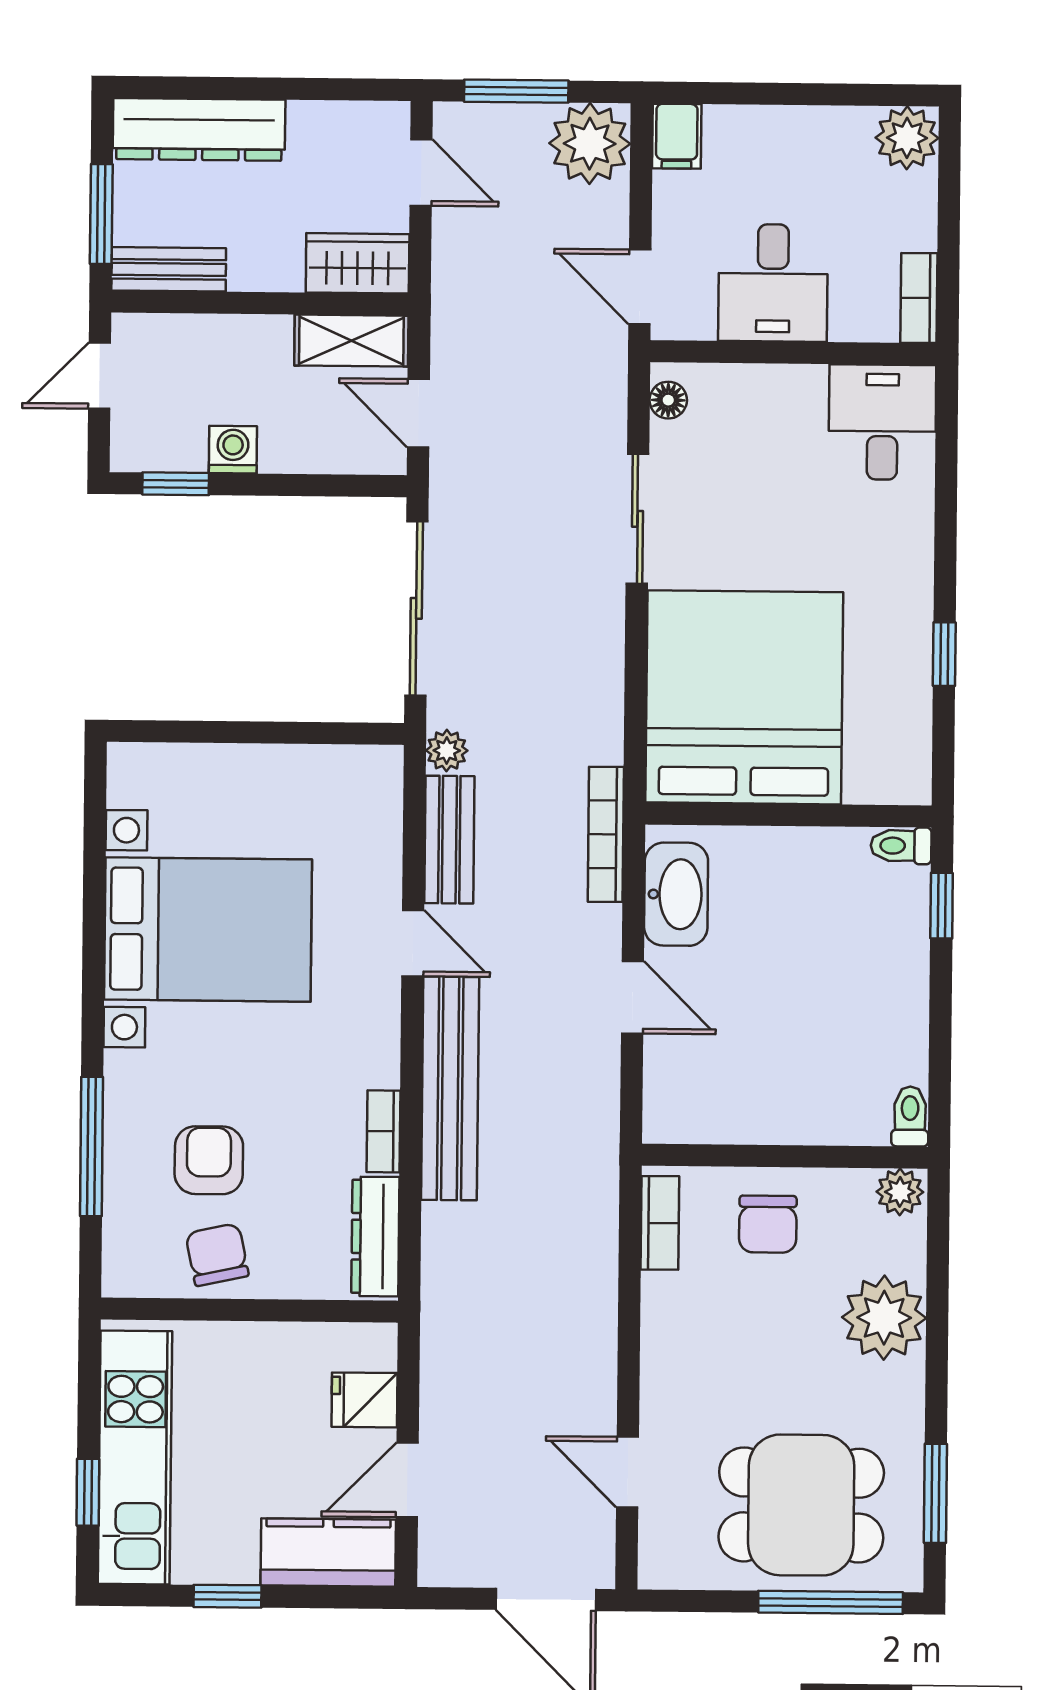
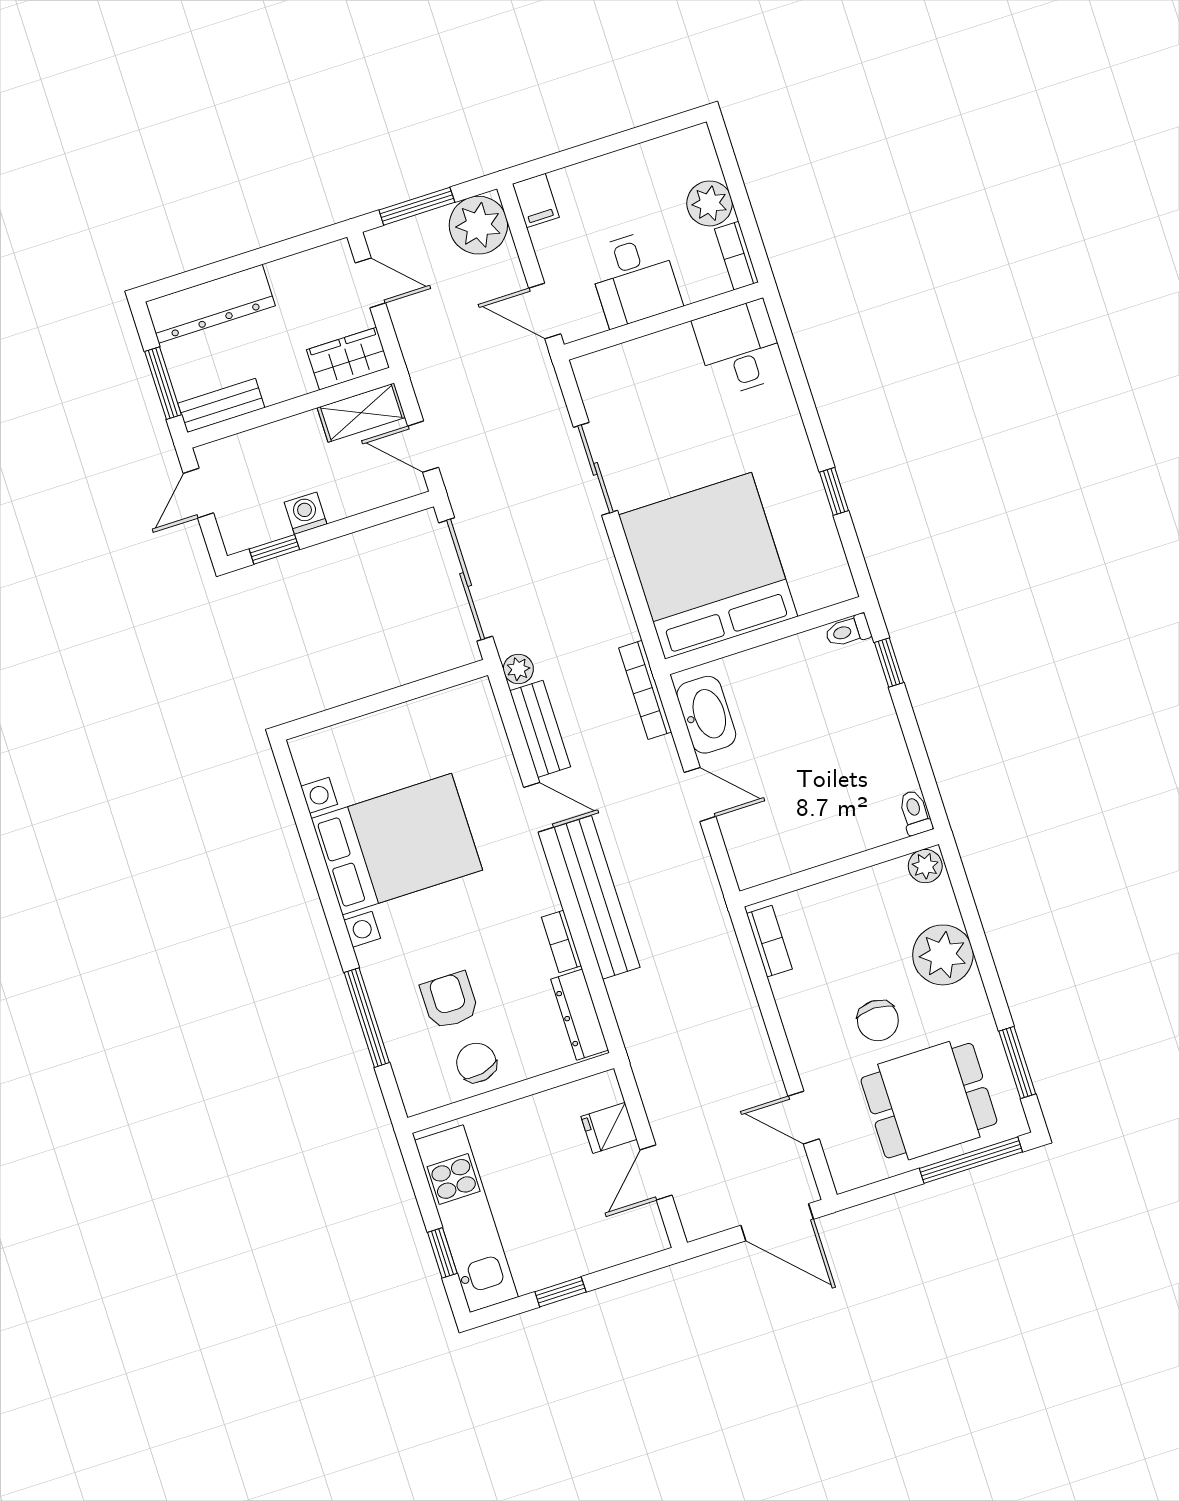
plant: (907, 138) -> (710, 203), moved
floor lamp: (668, 400) -> (590, 381), removed
chair: (768, 1224) -> (878, 1020), moved
kitchen counter: (328, 1553) -> (619, 1240), removed

